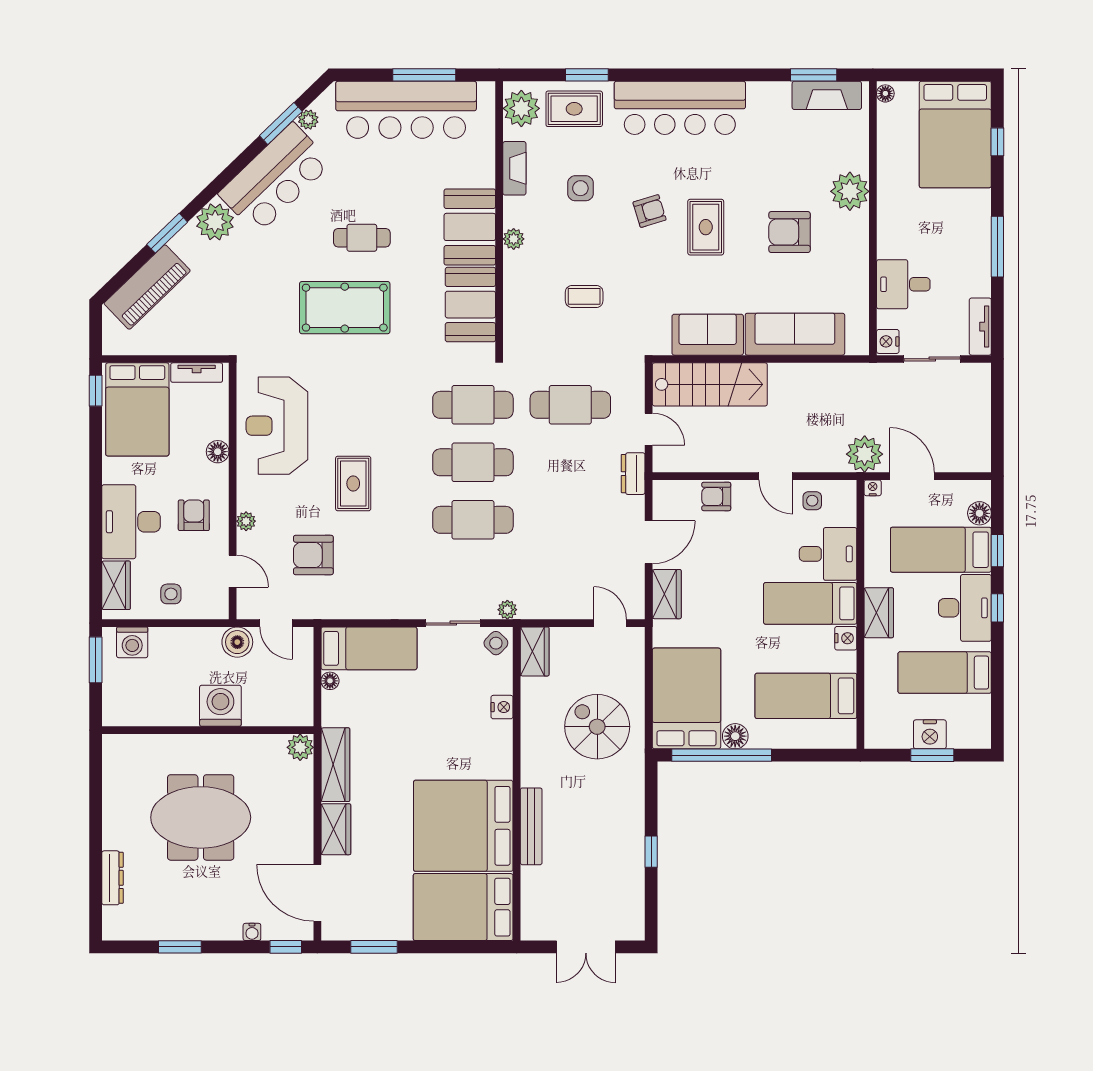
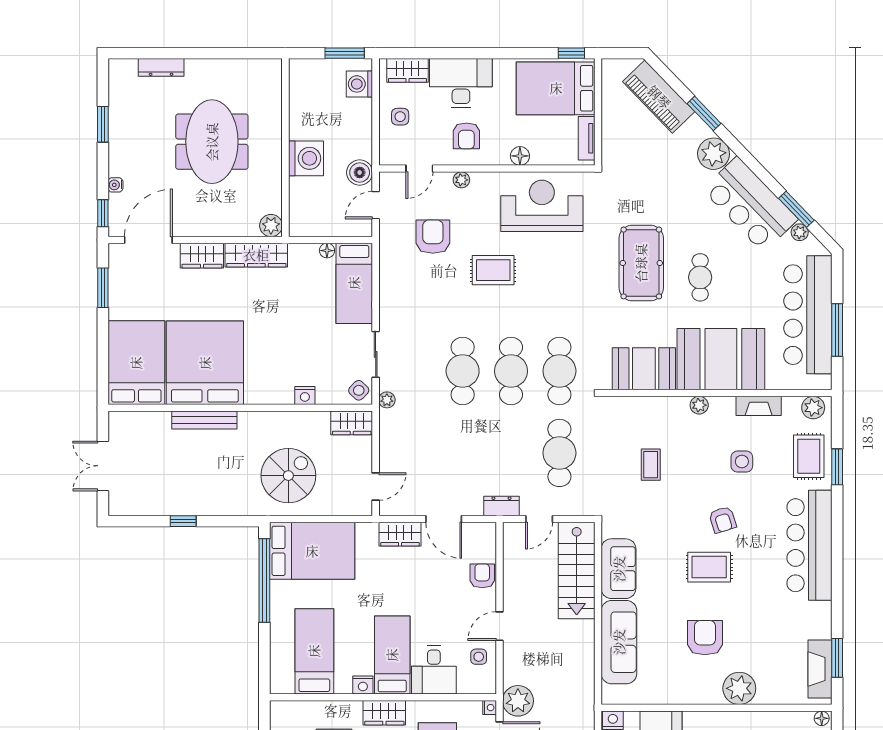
plant: (521, 108) -> (813, 408), width x0.73, depth x0.73
booth: (470, 227) -> (721, 359), width x1.36, depth x1.42
armchair: (194, 515) -> (466, 136), turned 90
floor lamp: (735, 736) -> (280, 592), removed

